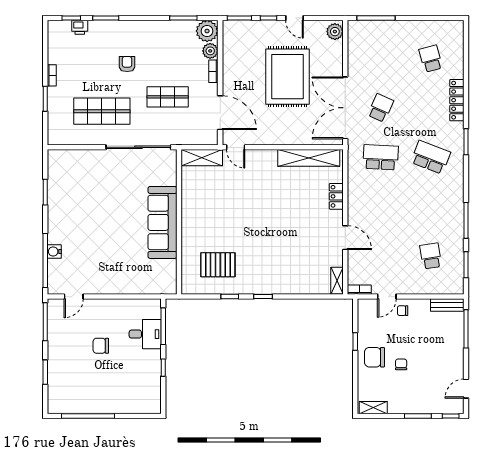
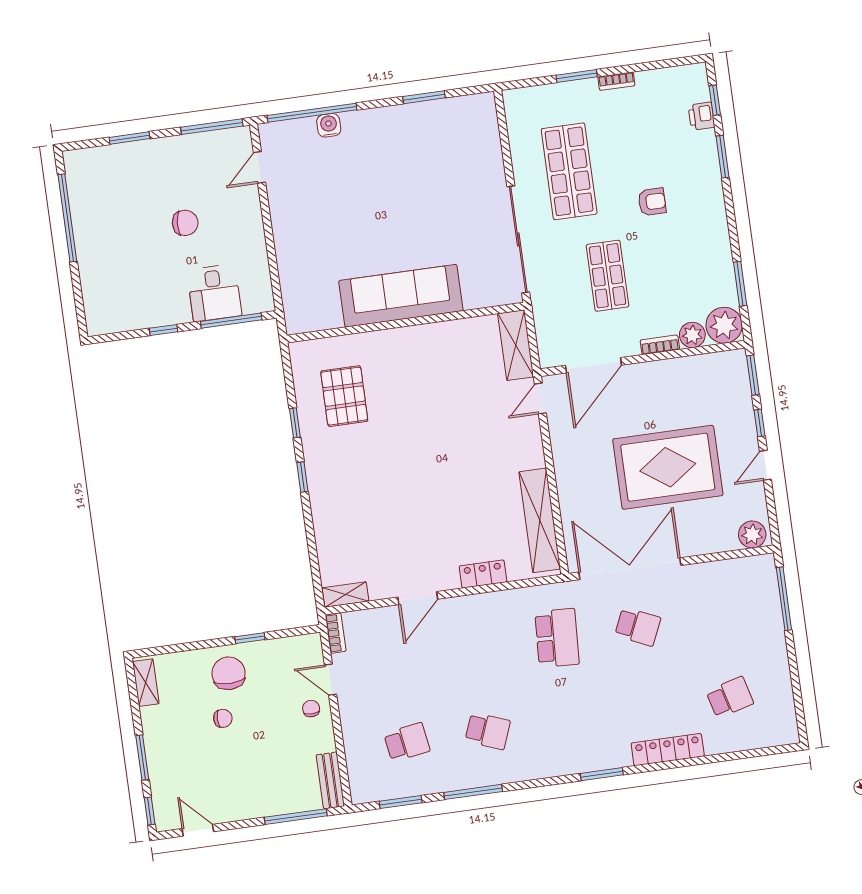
school desk: (431, 157) -> (488, 731), moved, width x0.54
door: (74, 297) -> (259, 167), hinge flipped
chair: (101, 346) -> (185, 223), turned 94

